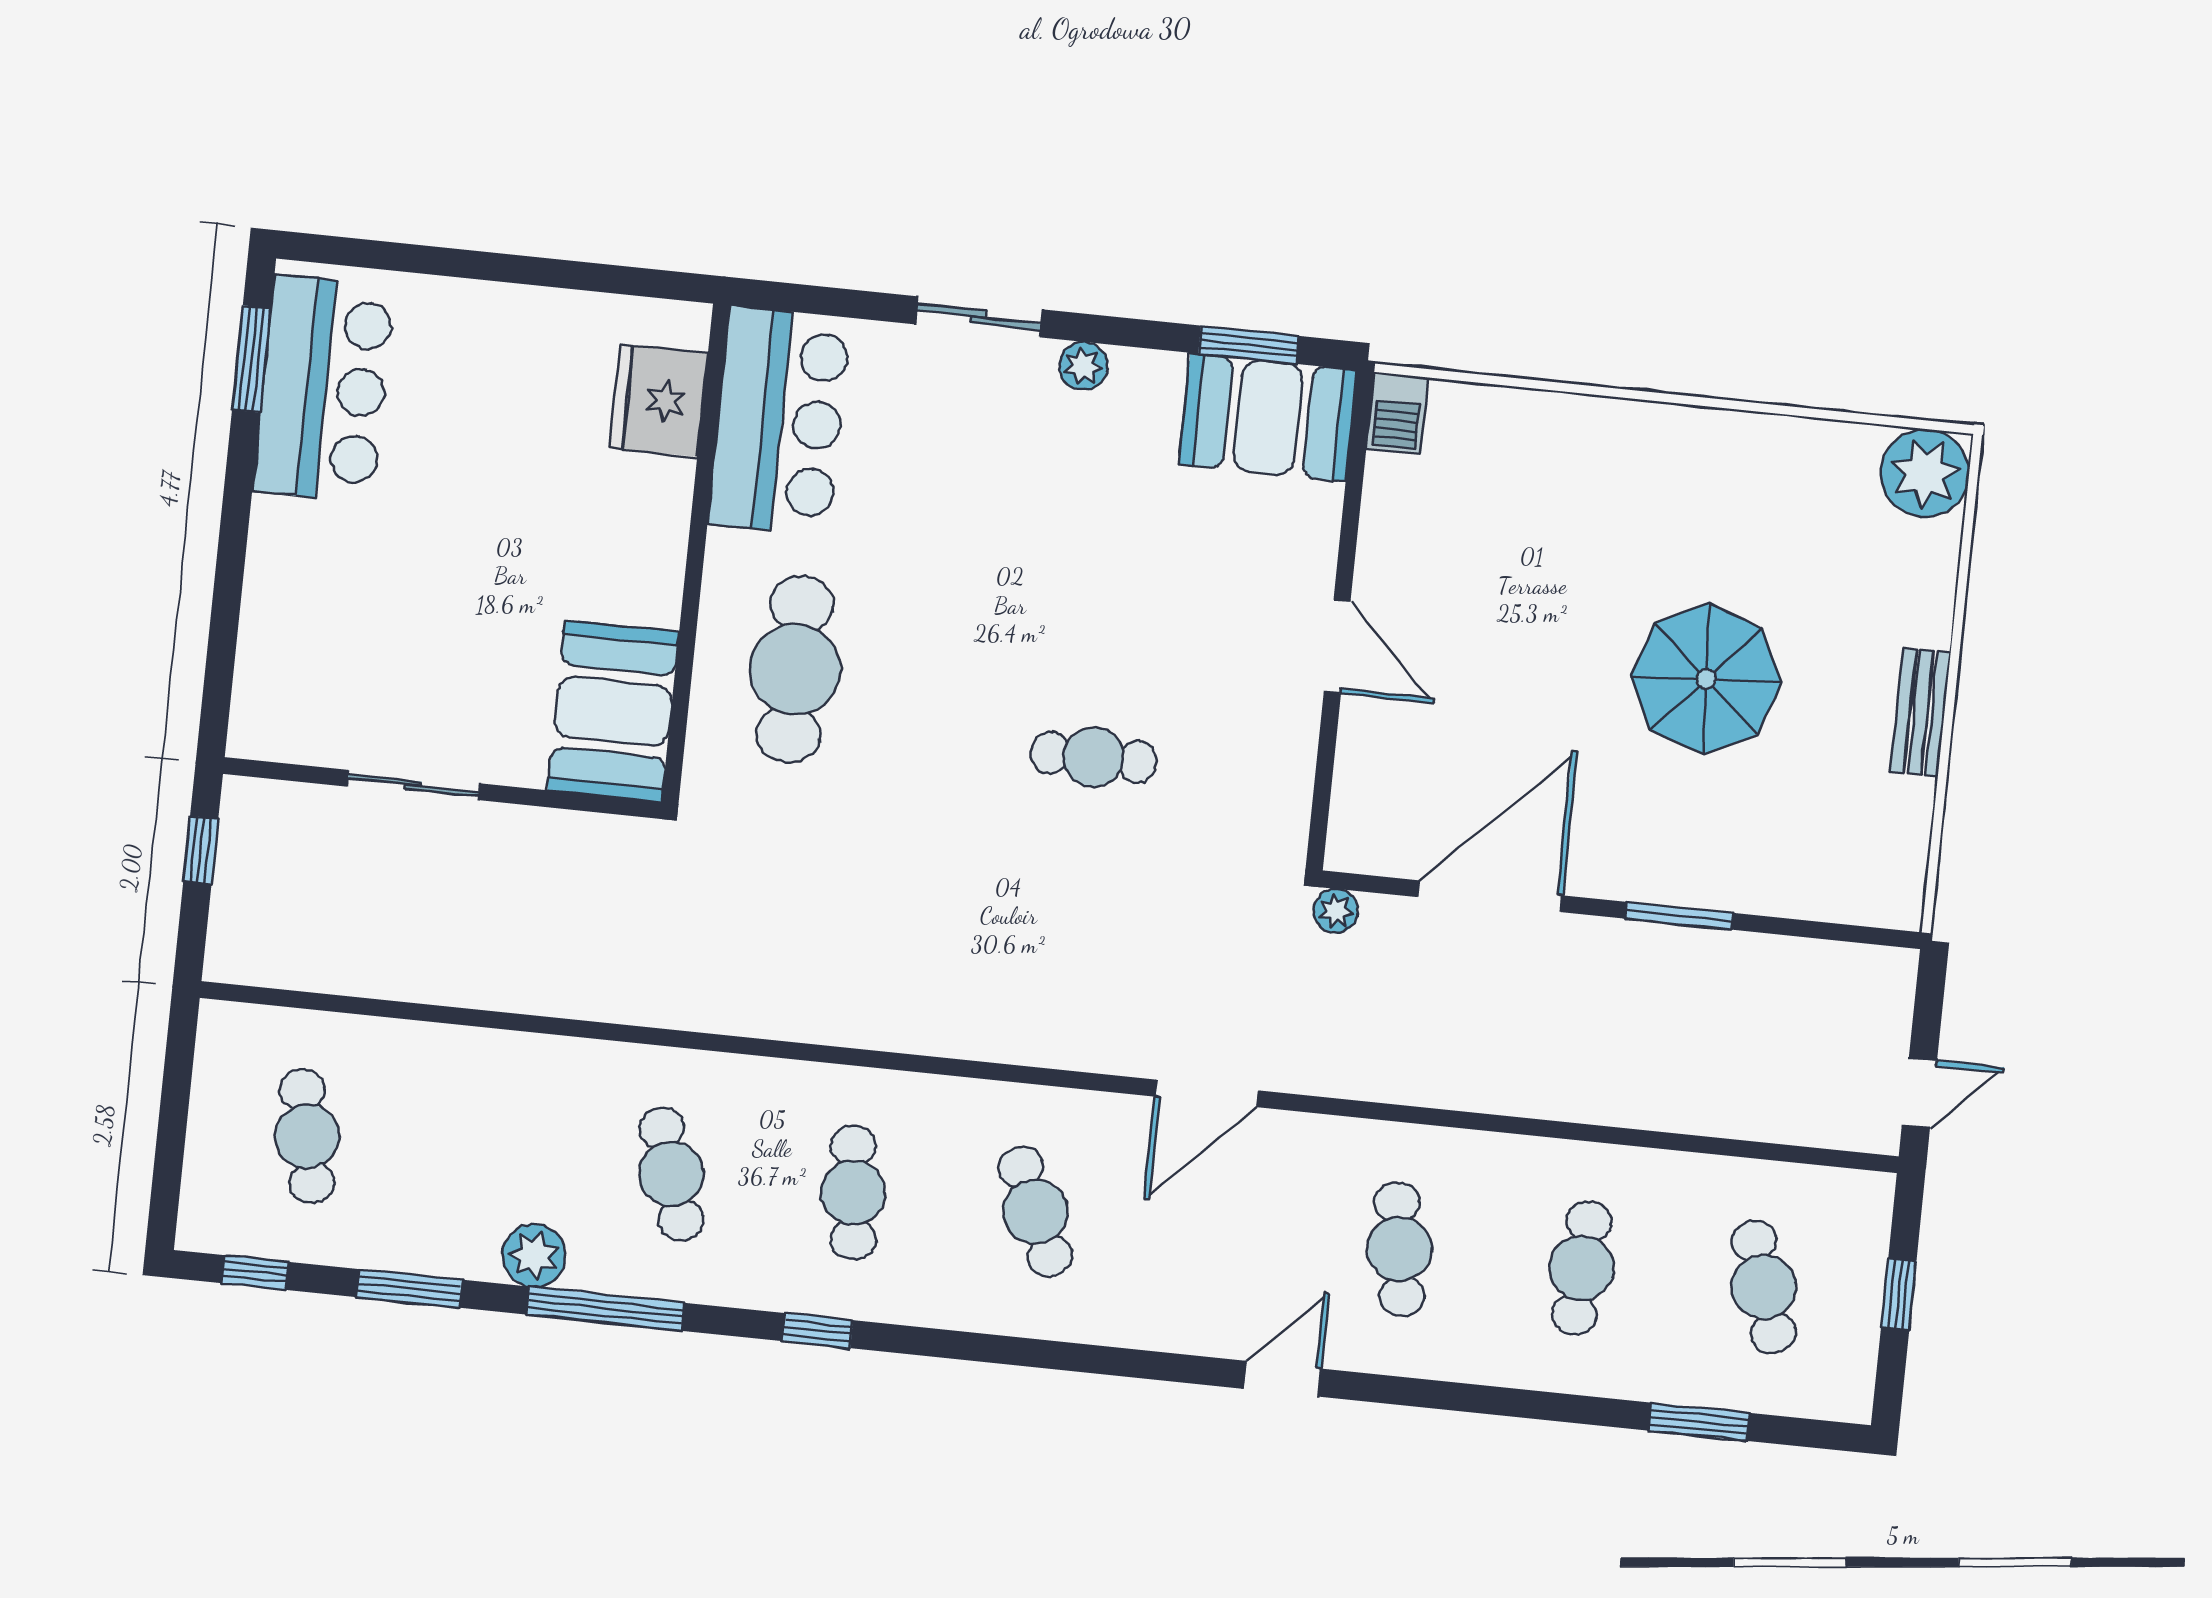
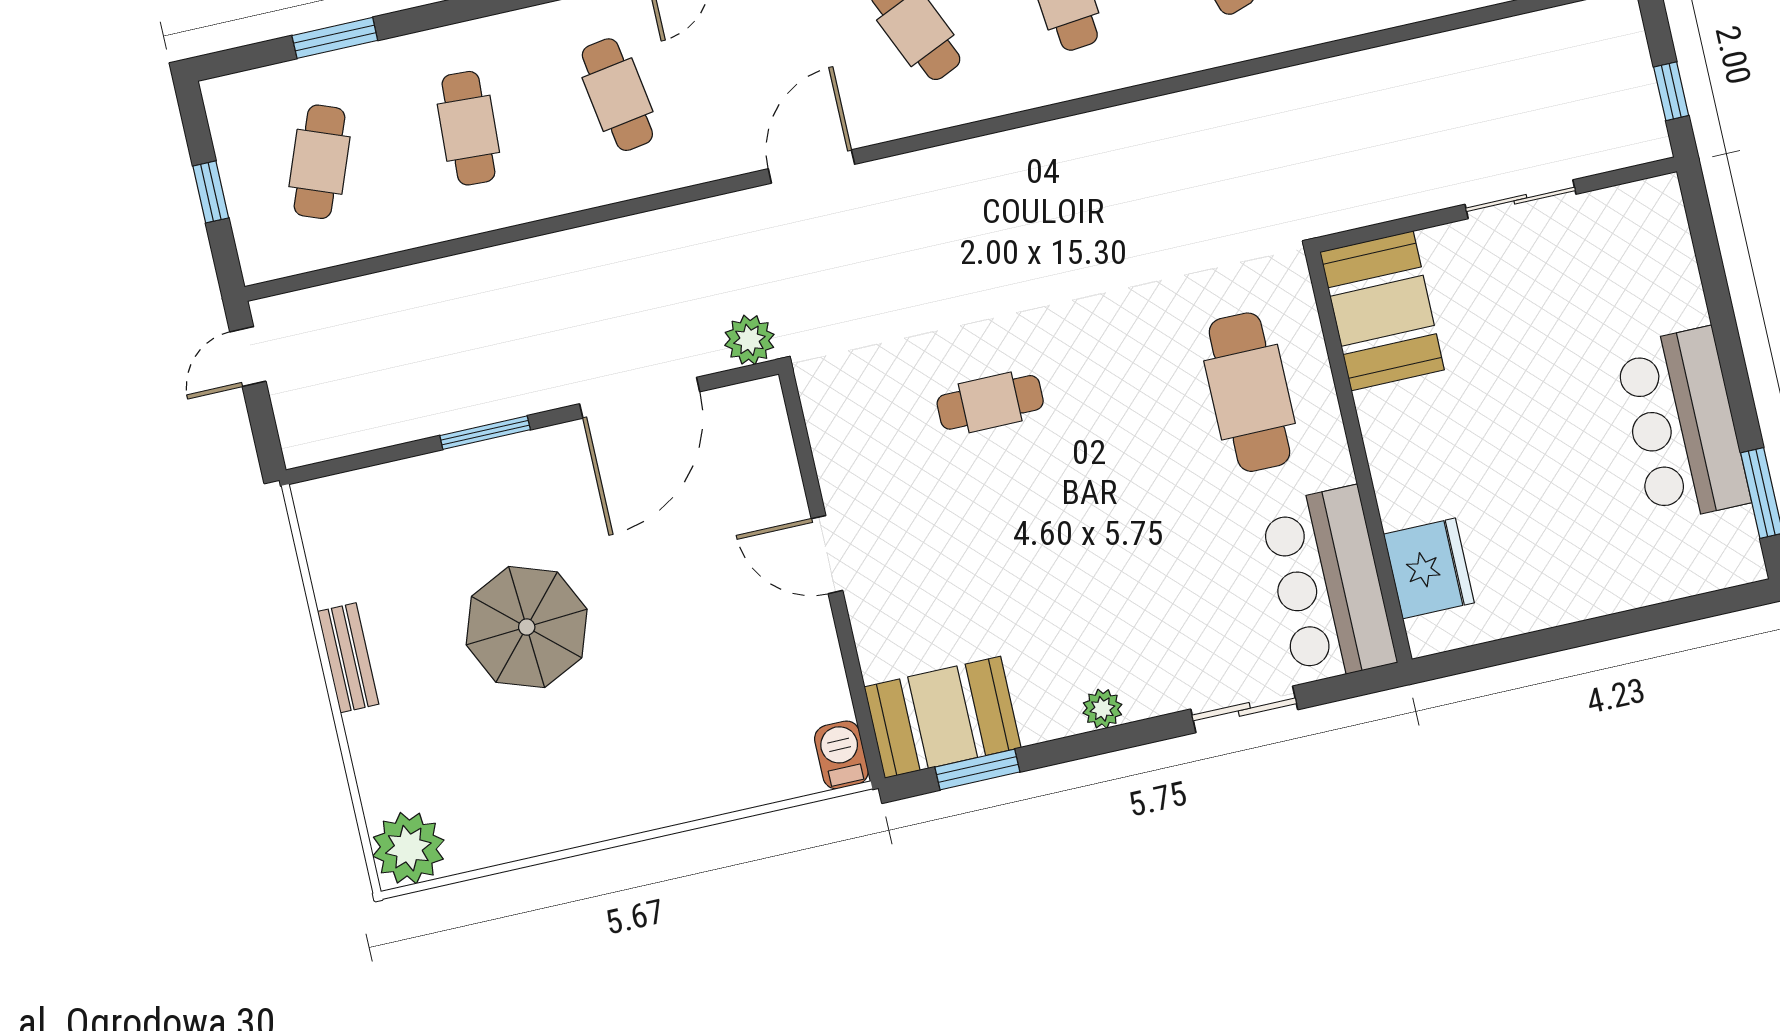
sliding door: (979, 317) -> (1244, 709), moved
bar counter: (324, 389) -> (1682, 425), moved
plant: (1336, 911) -> (749, 340), width x1.38, depth x1.38
cafe table: (1764, 1287) -> (320, 162), turned 39

